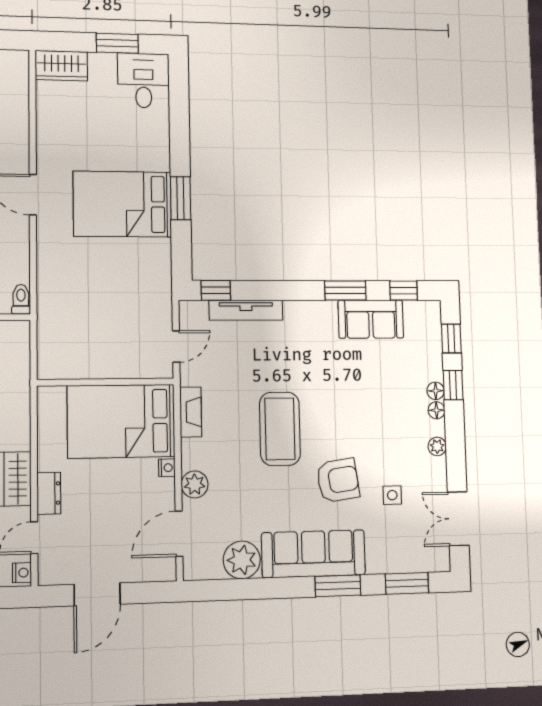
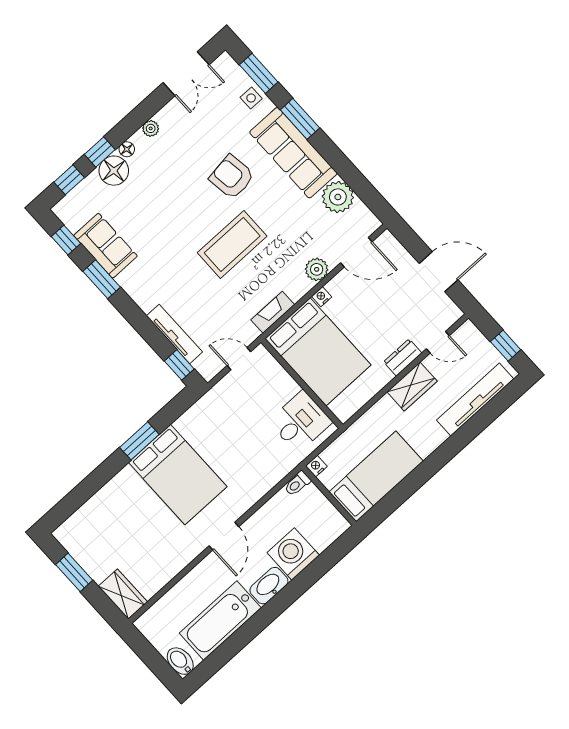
desk: (143, 81) -> (300, 422), moved, turned 180
floor lamp: (436, 391) -> (114, 171), width x1.89, depth x1.89
side table: (392, 495) -> (251, 98), moved
nightstand: (22, 573) -> (316, 466), moved

